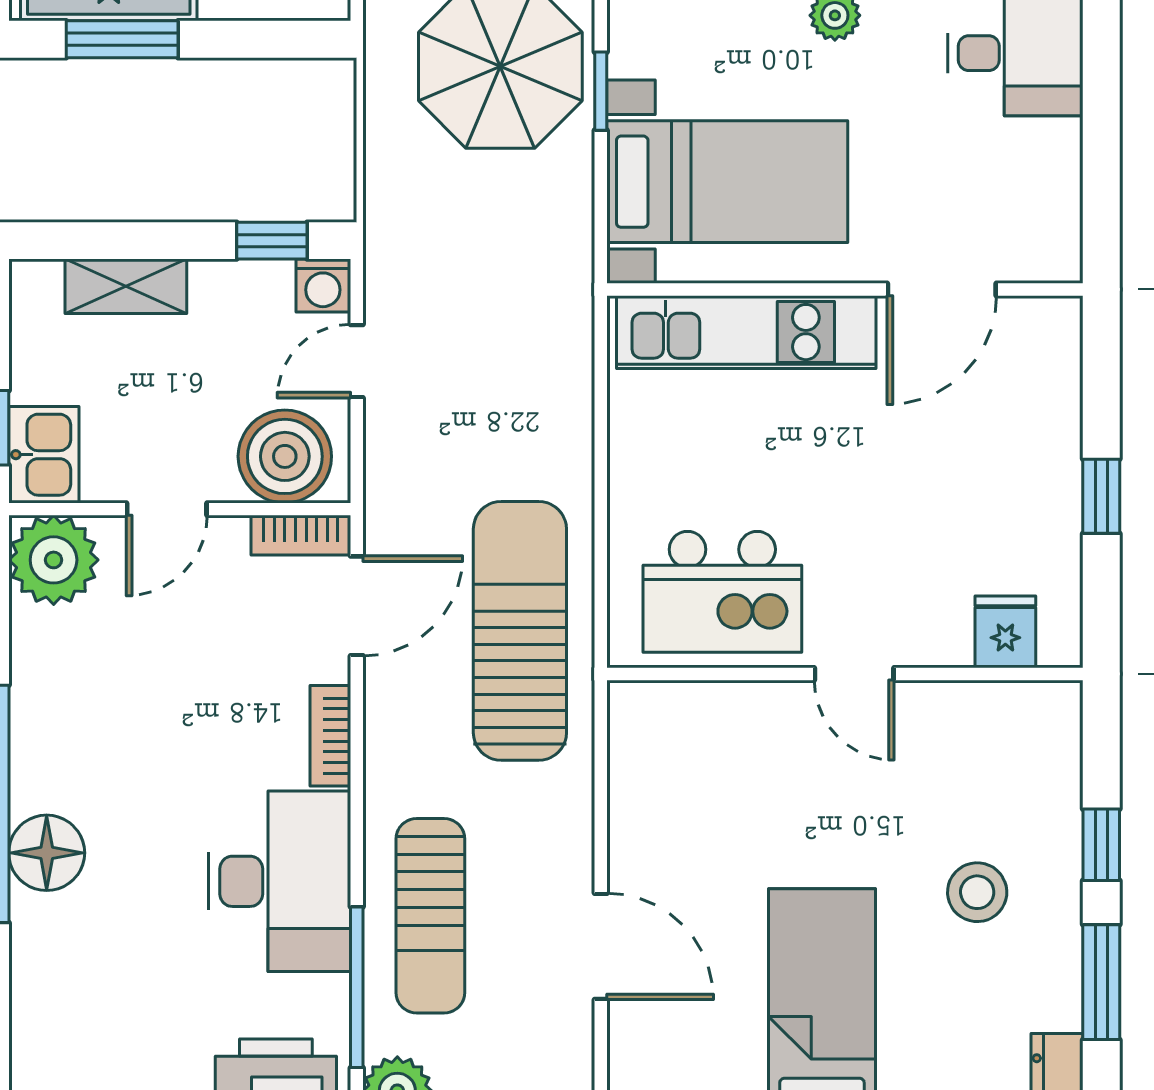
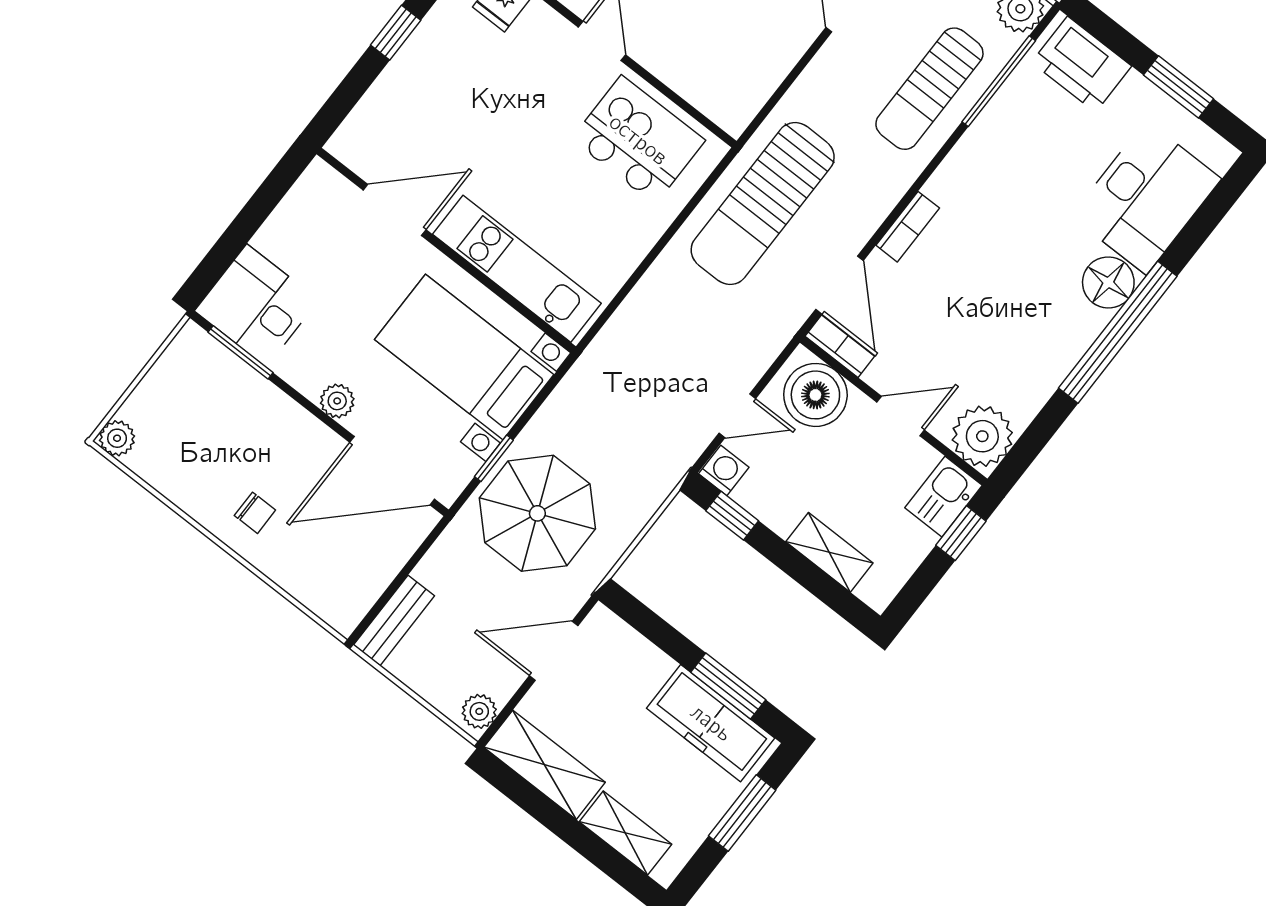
door: (357, 606) -> (839, 285), swing flipped
desk: (280, 881) -> (1146, 197), moved, turned 180
sun lounger: (430, 916) -> (929, 89), turned 180

